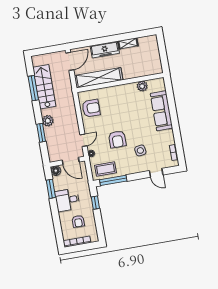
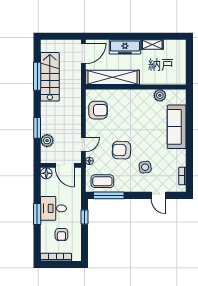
plant: (48, 121) -> (47, 141), moved
armchair: (117, 139) -> (121, 150), turned 92
window: (51, 189) -> (37, 214), moved

